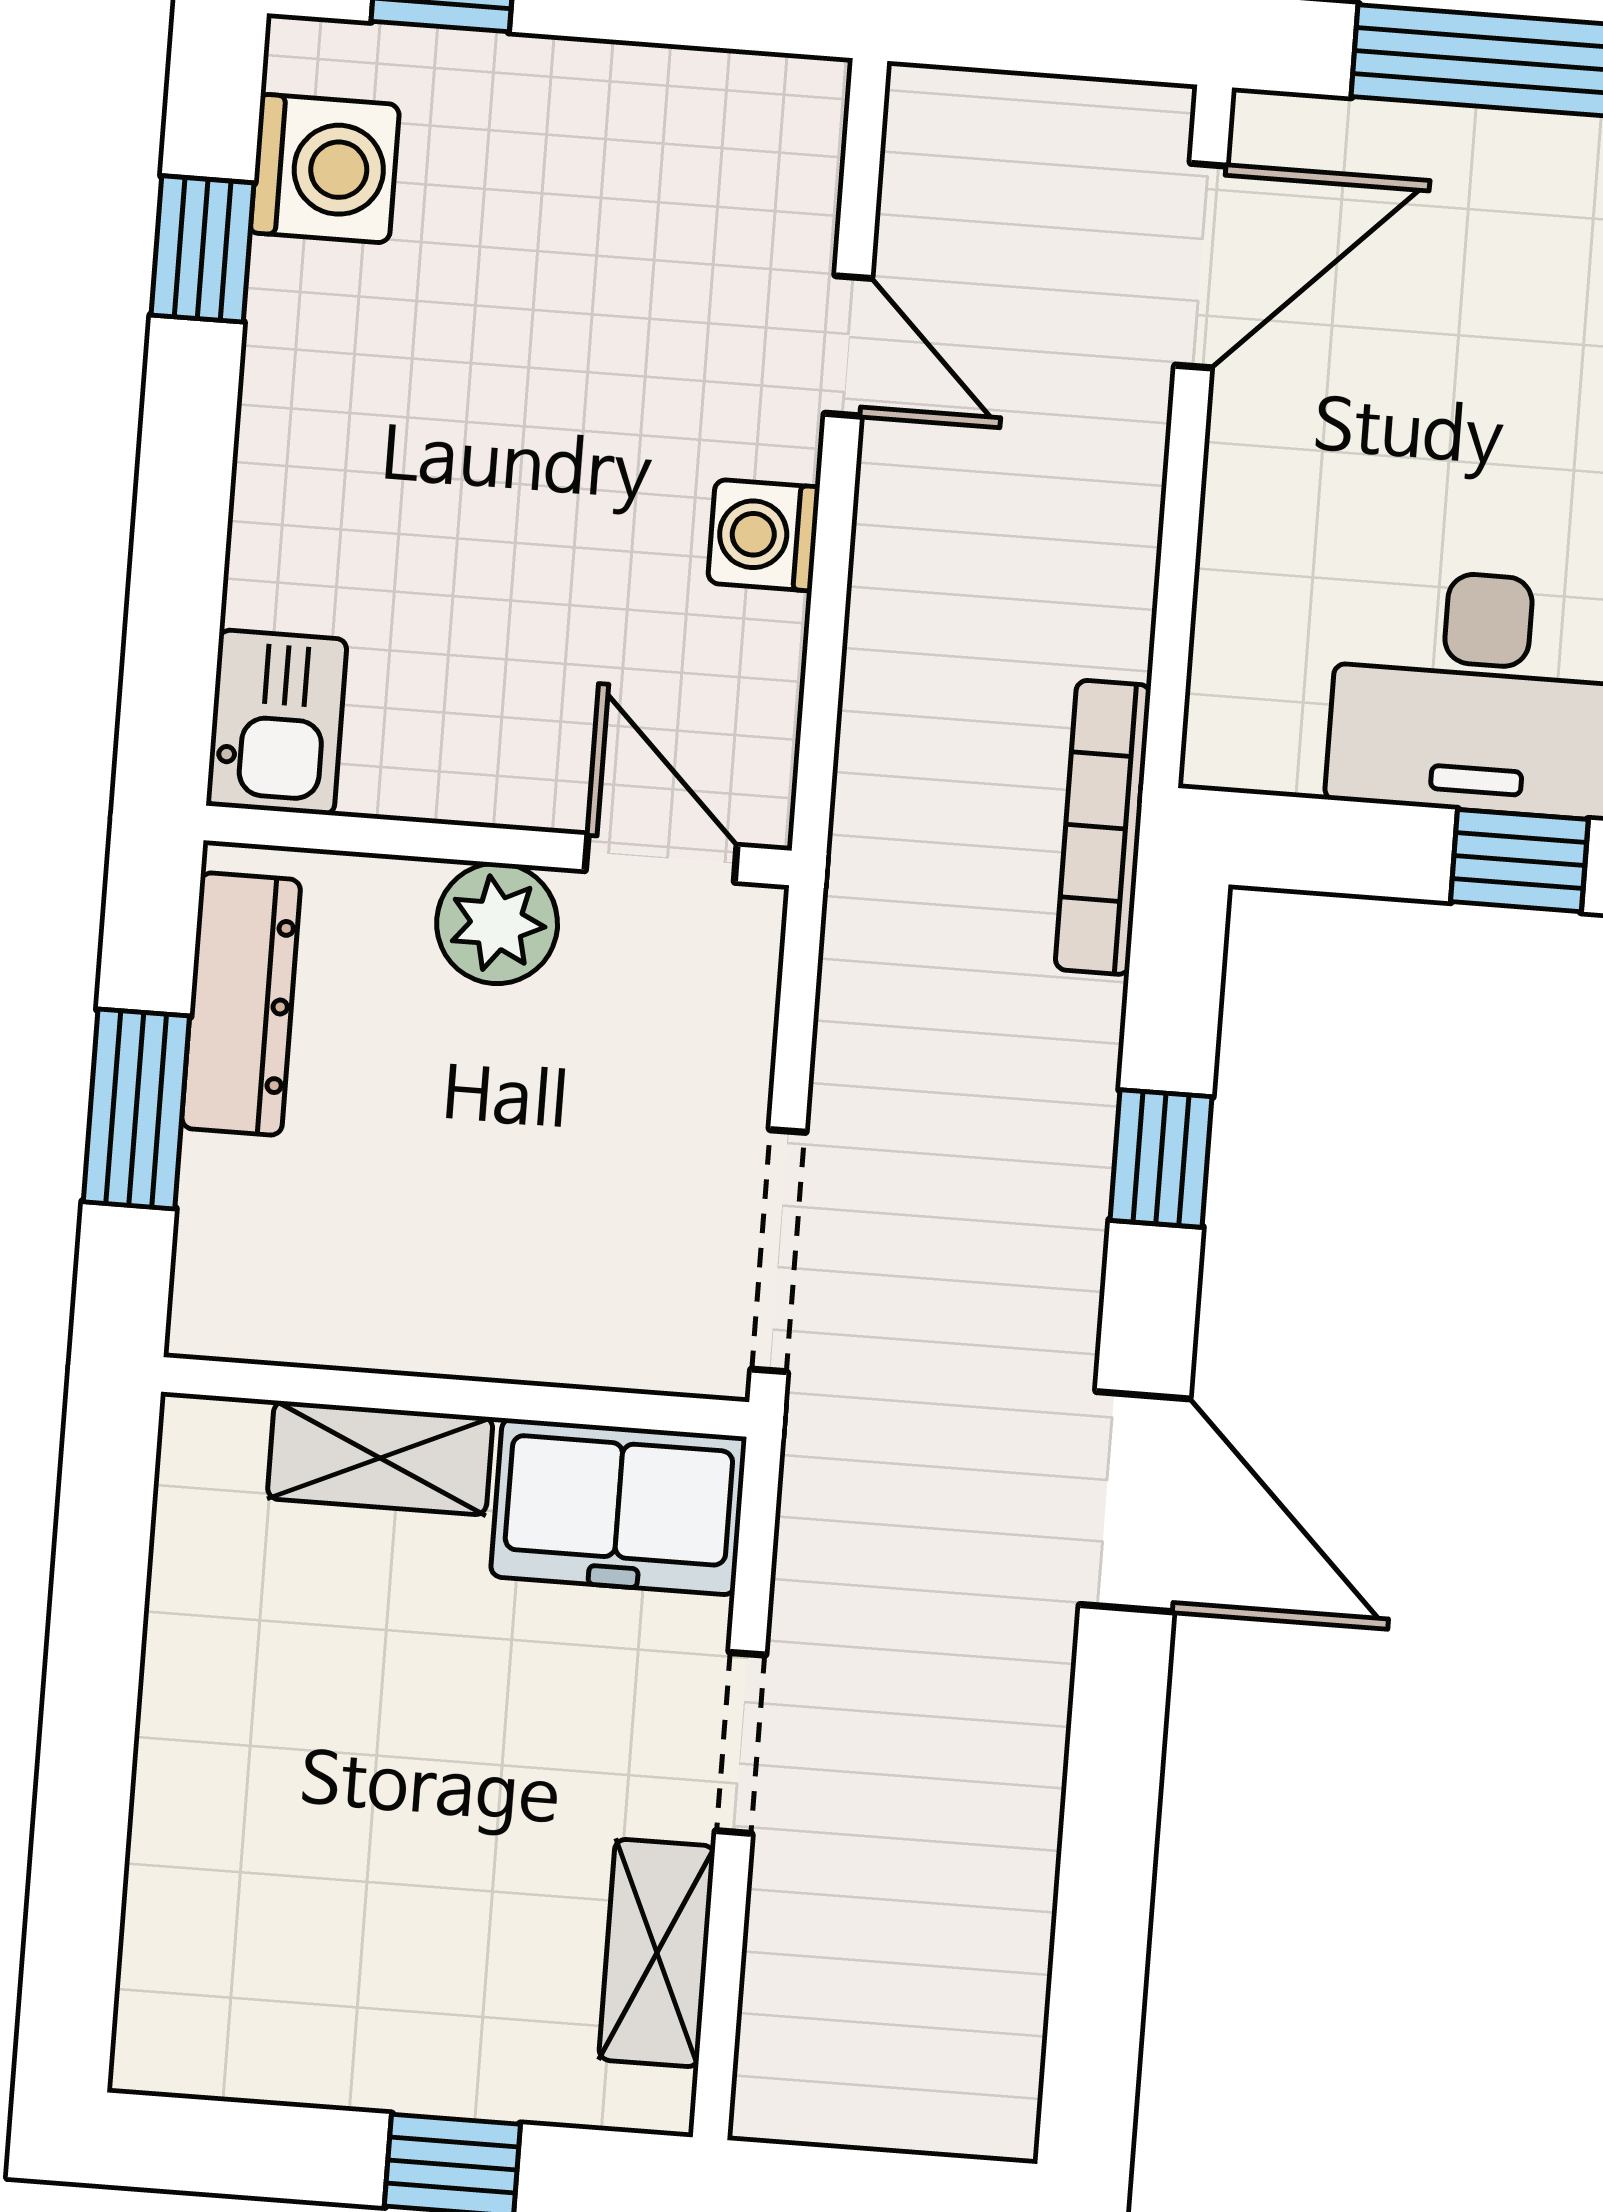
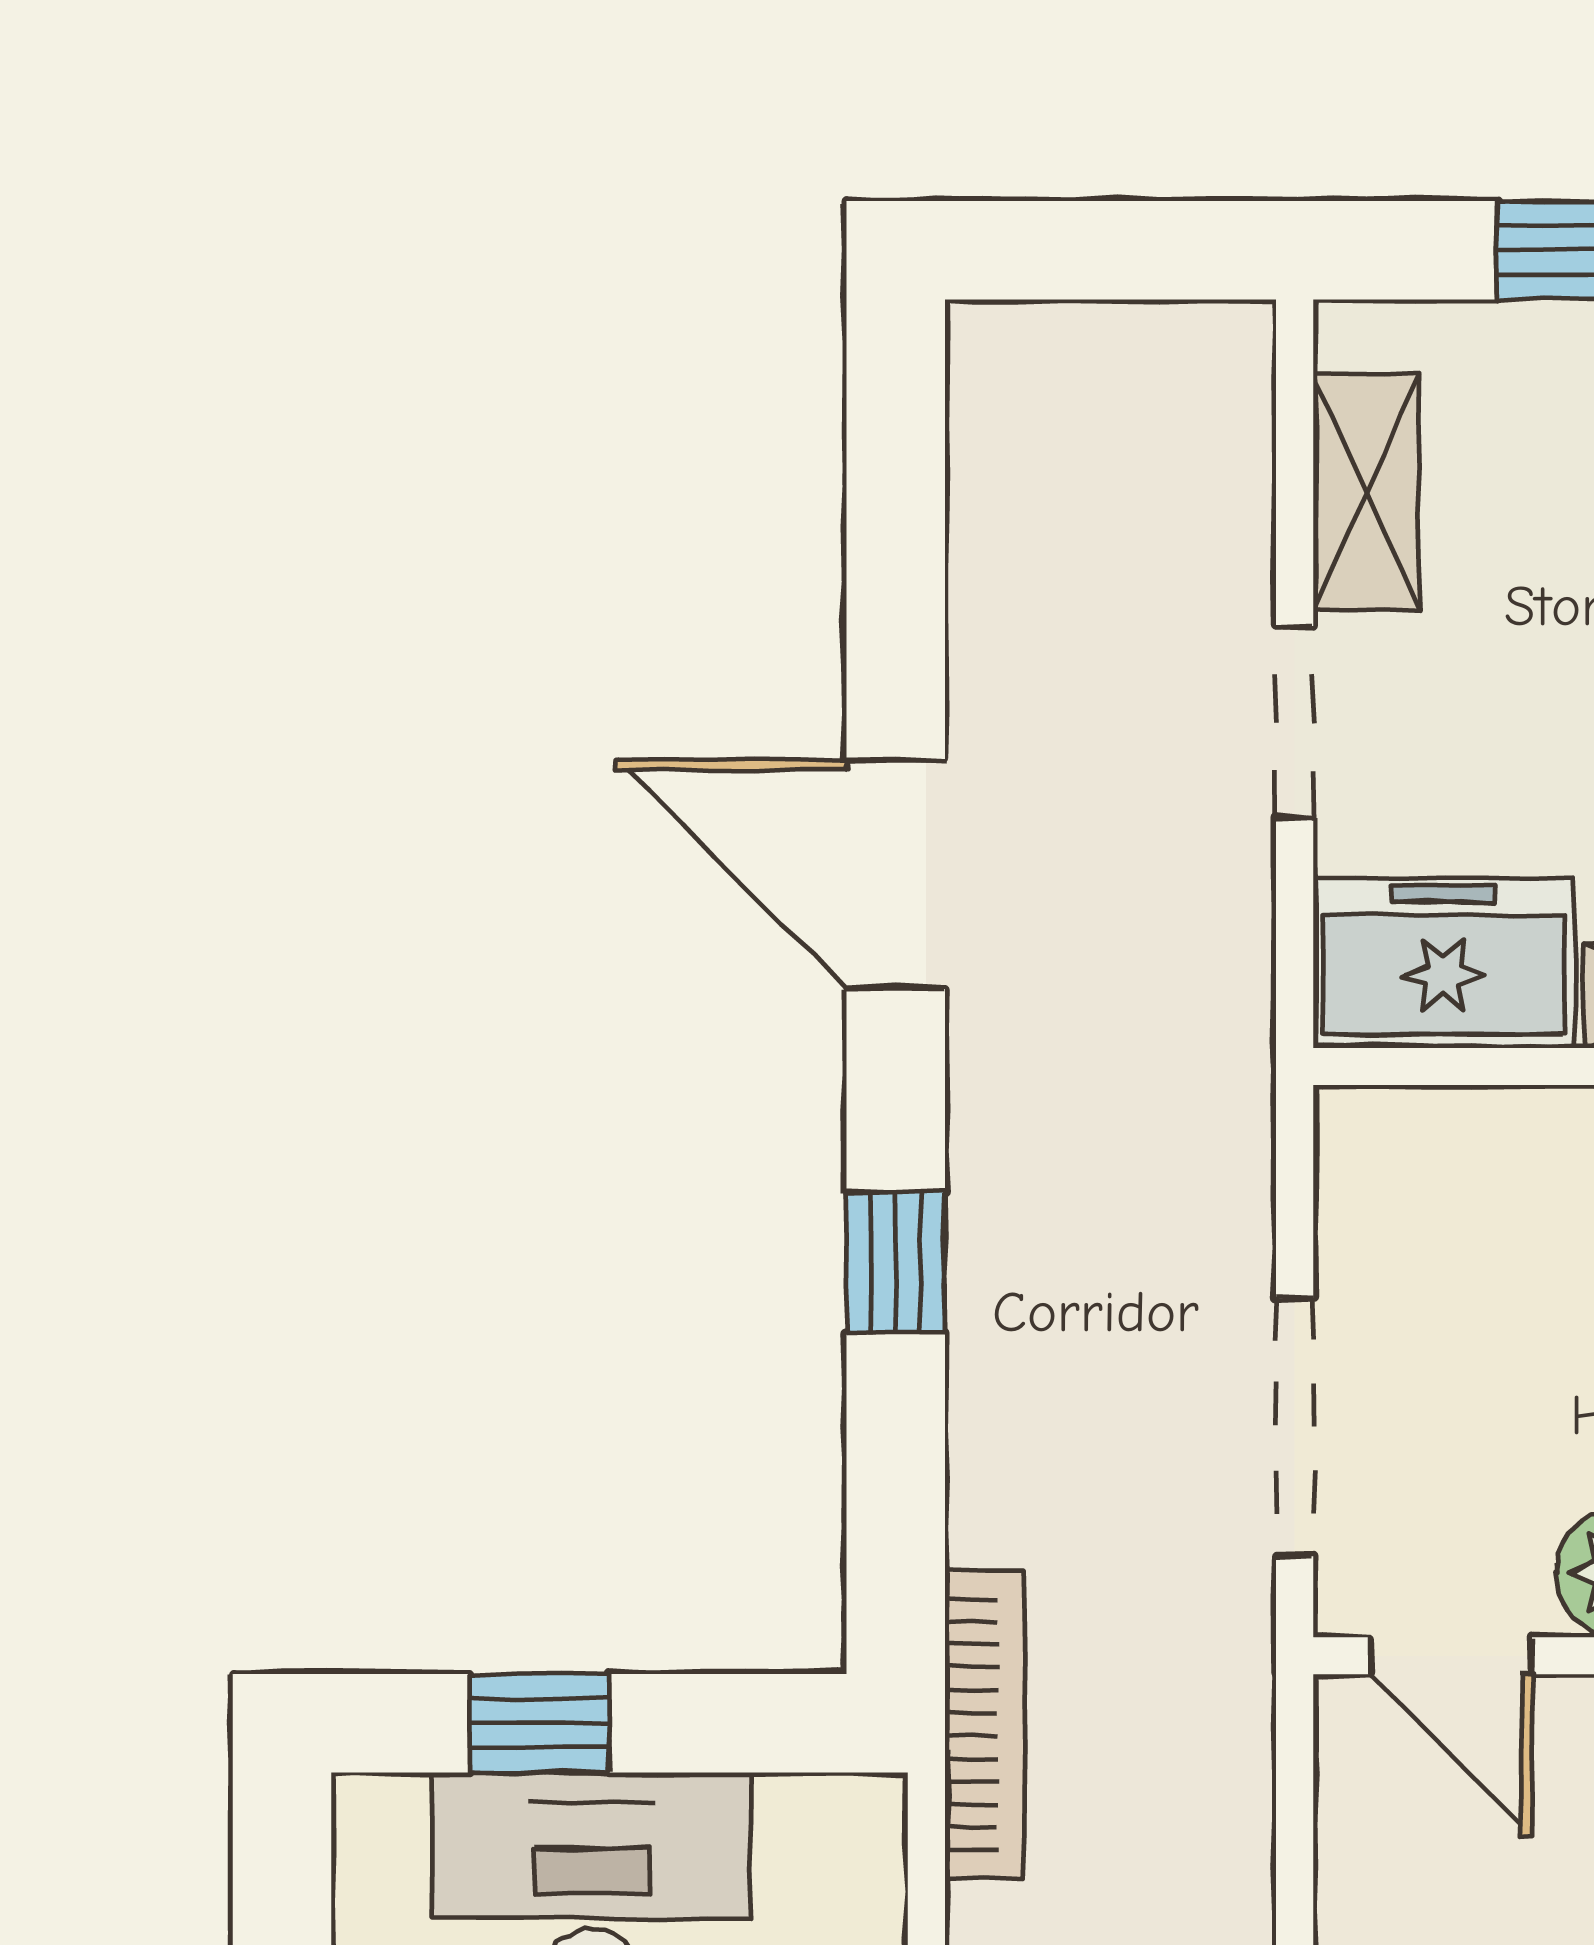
window: (1161, 1158) -> (896, 1262), moved
doorway: (778, 1251) -> (1295, 1427), moved
door: (1135, 1502) -> (896, 874), moved

